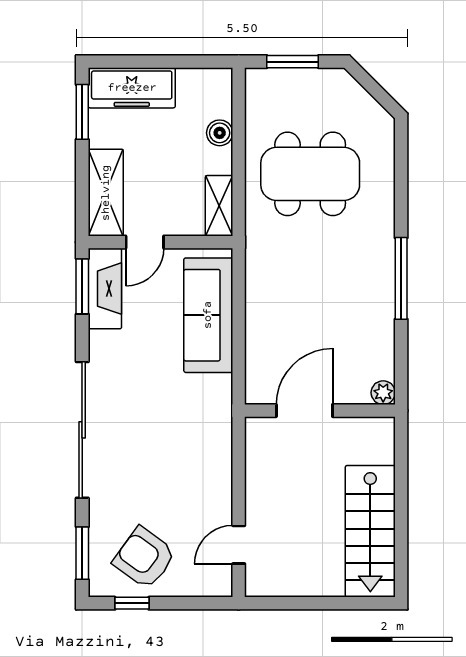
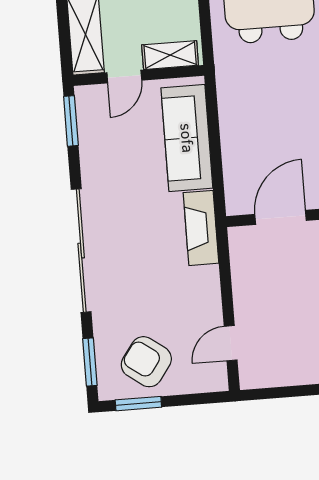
shelving: (219, 206) -> (170, 55), moved, turned 90
fireplace: (105, 289) -> (201, 228), moved, turned 180
window: (132, 603) -> (138, 404), width x1.50

